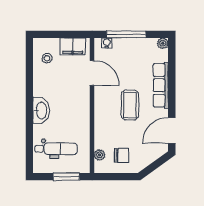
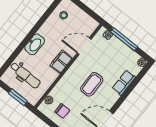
filing cabinet: (73, 46) -> (61, 62), moved, turned 90
door: (92, 73) -> (84, 46), swing flipped
row of seats: (161, 85) -> (124, 83), width x0.68

